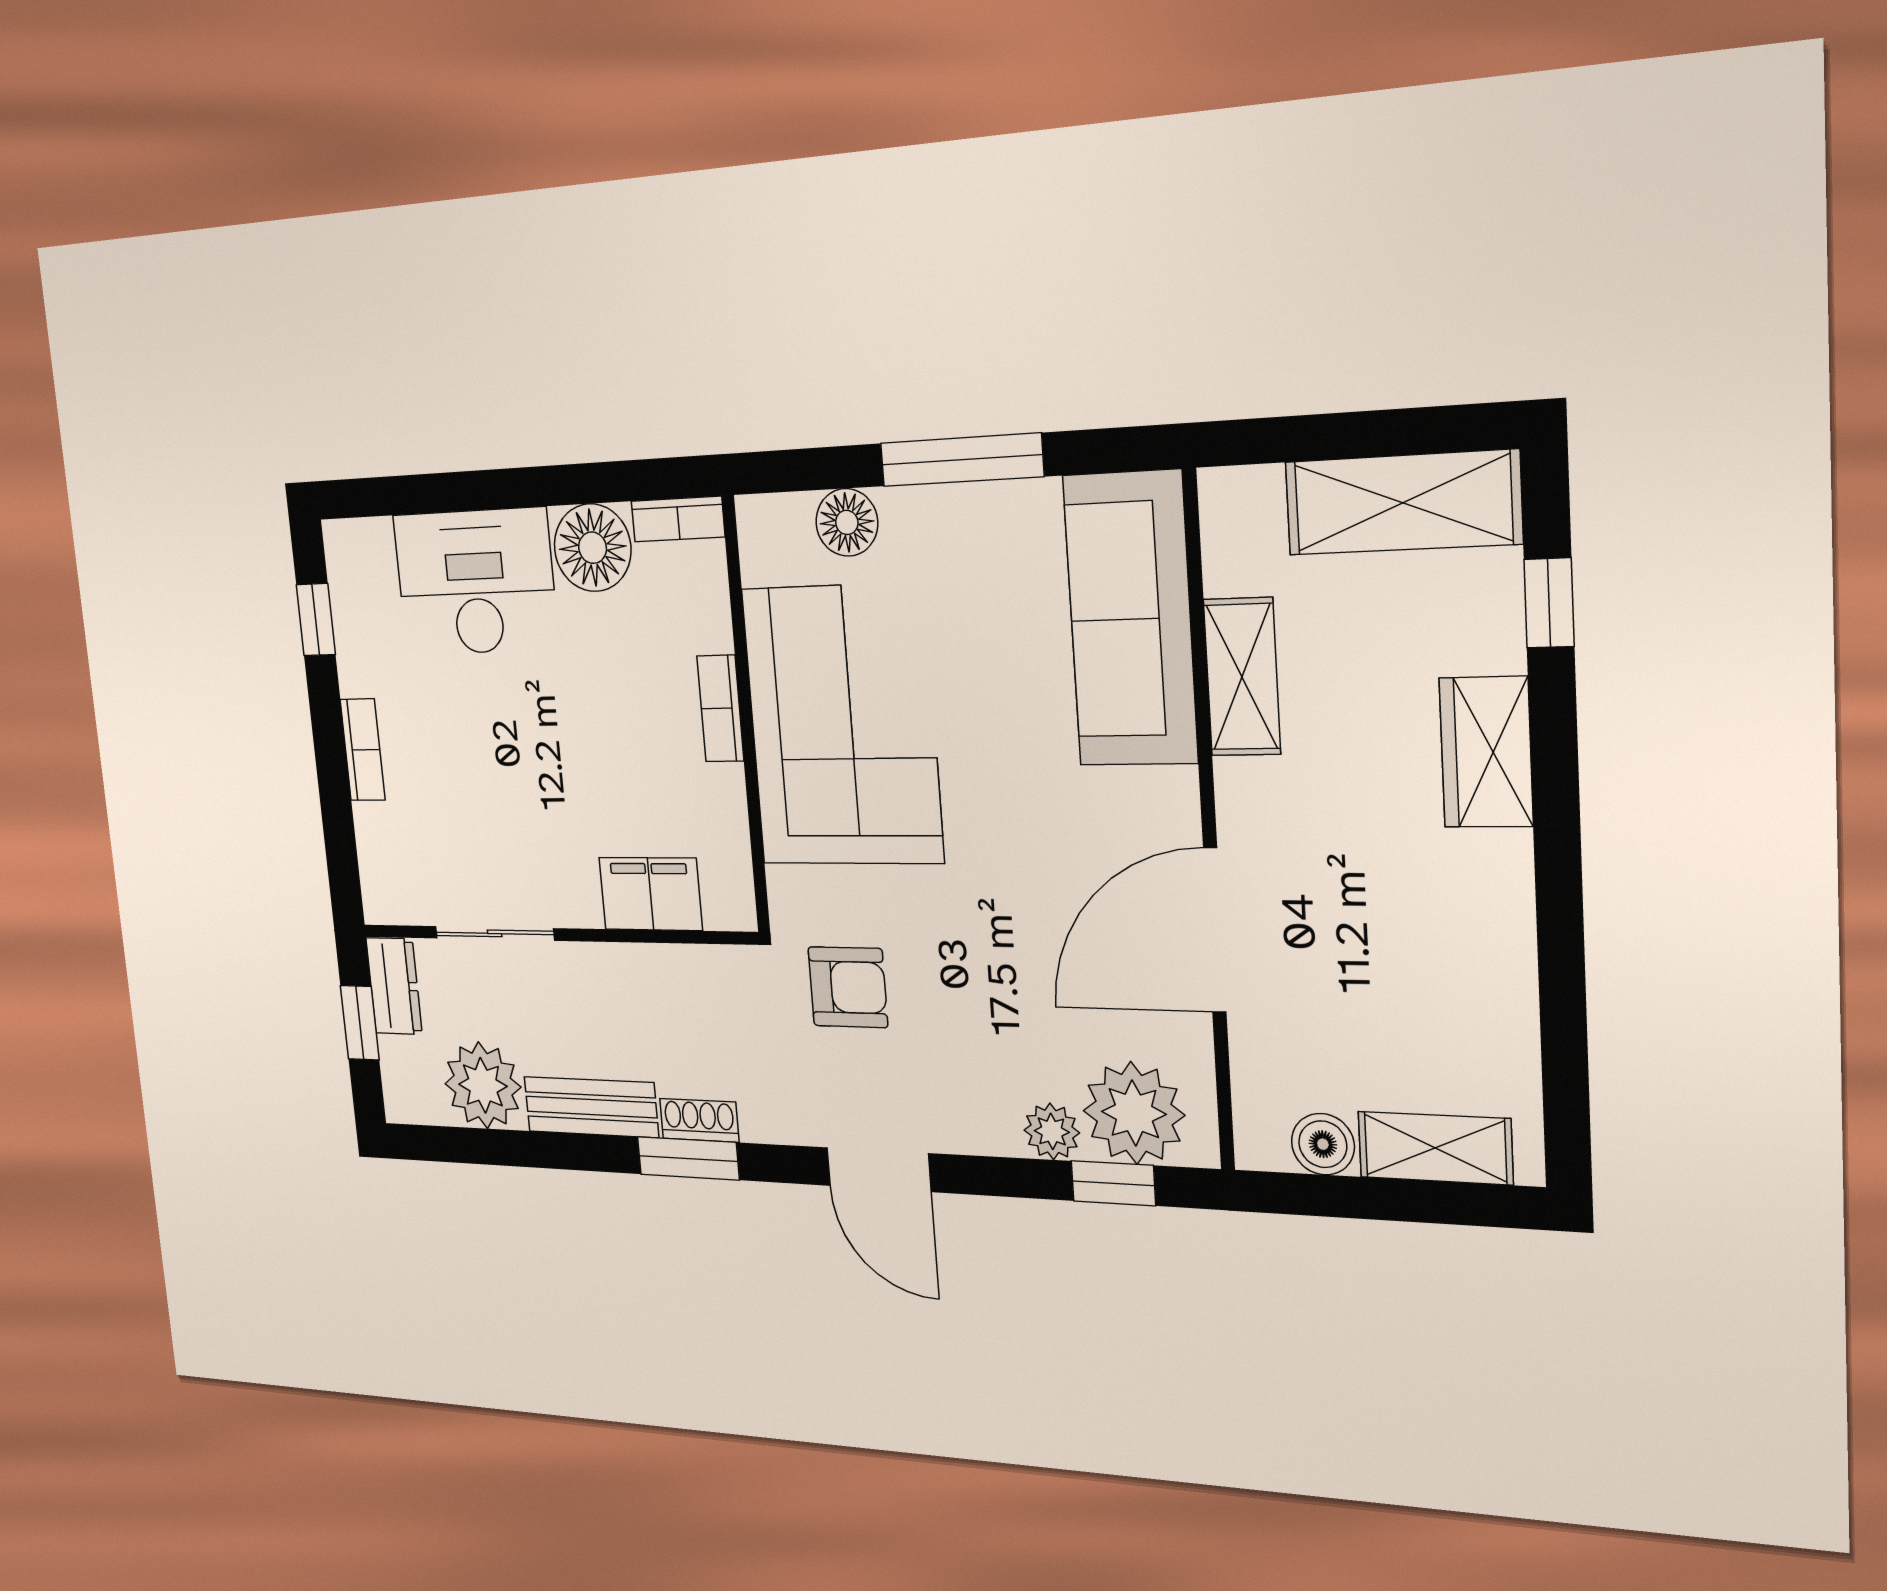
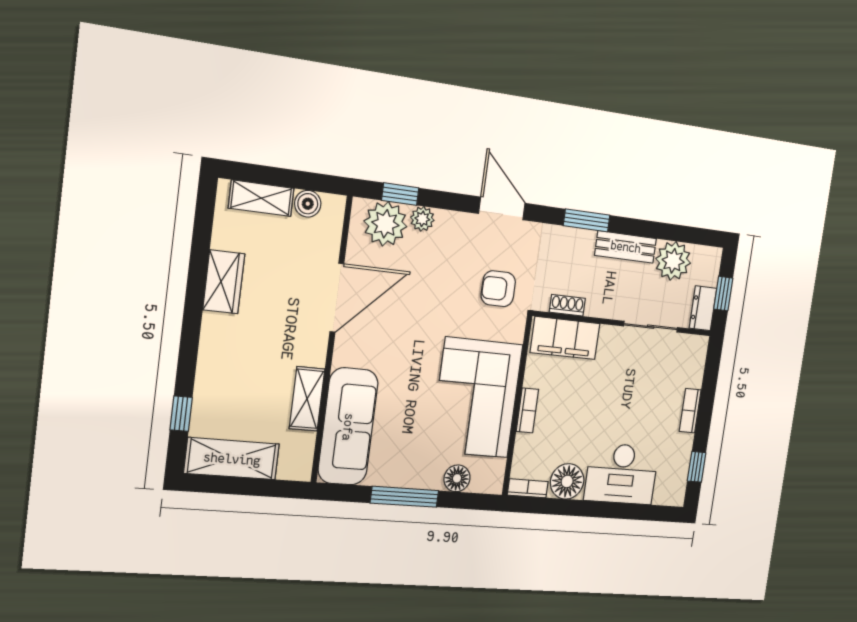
wardrobe: (1486, 752) -> (224, 282), moved
filing cabinet: (651, 894) -> (565, 338), width x1.50, depth x1.17
shoe rack: (699, 1120) -> (567, 305), moved, turned 180

